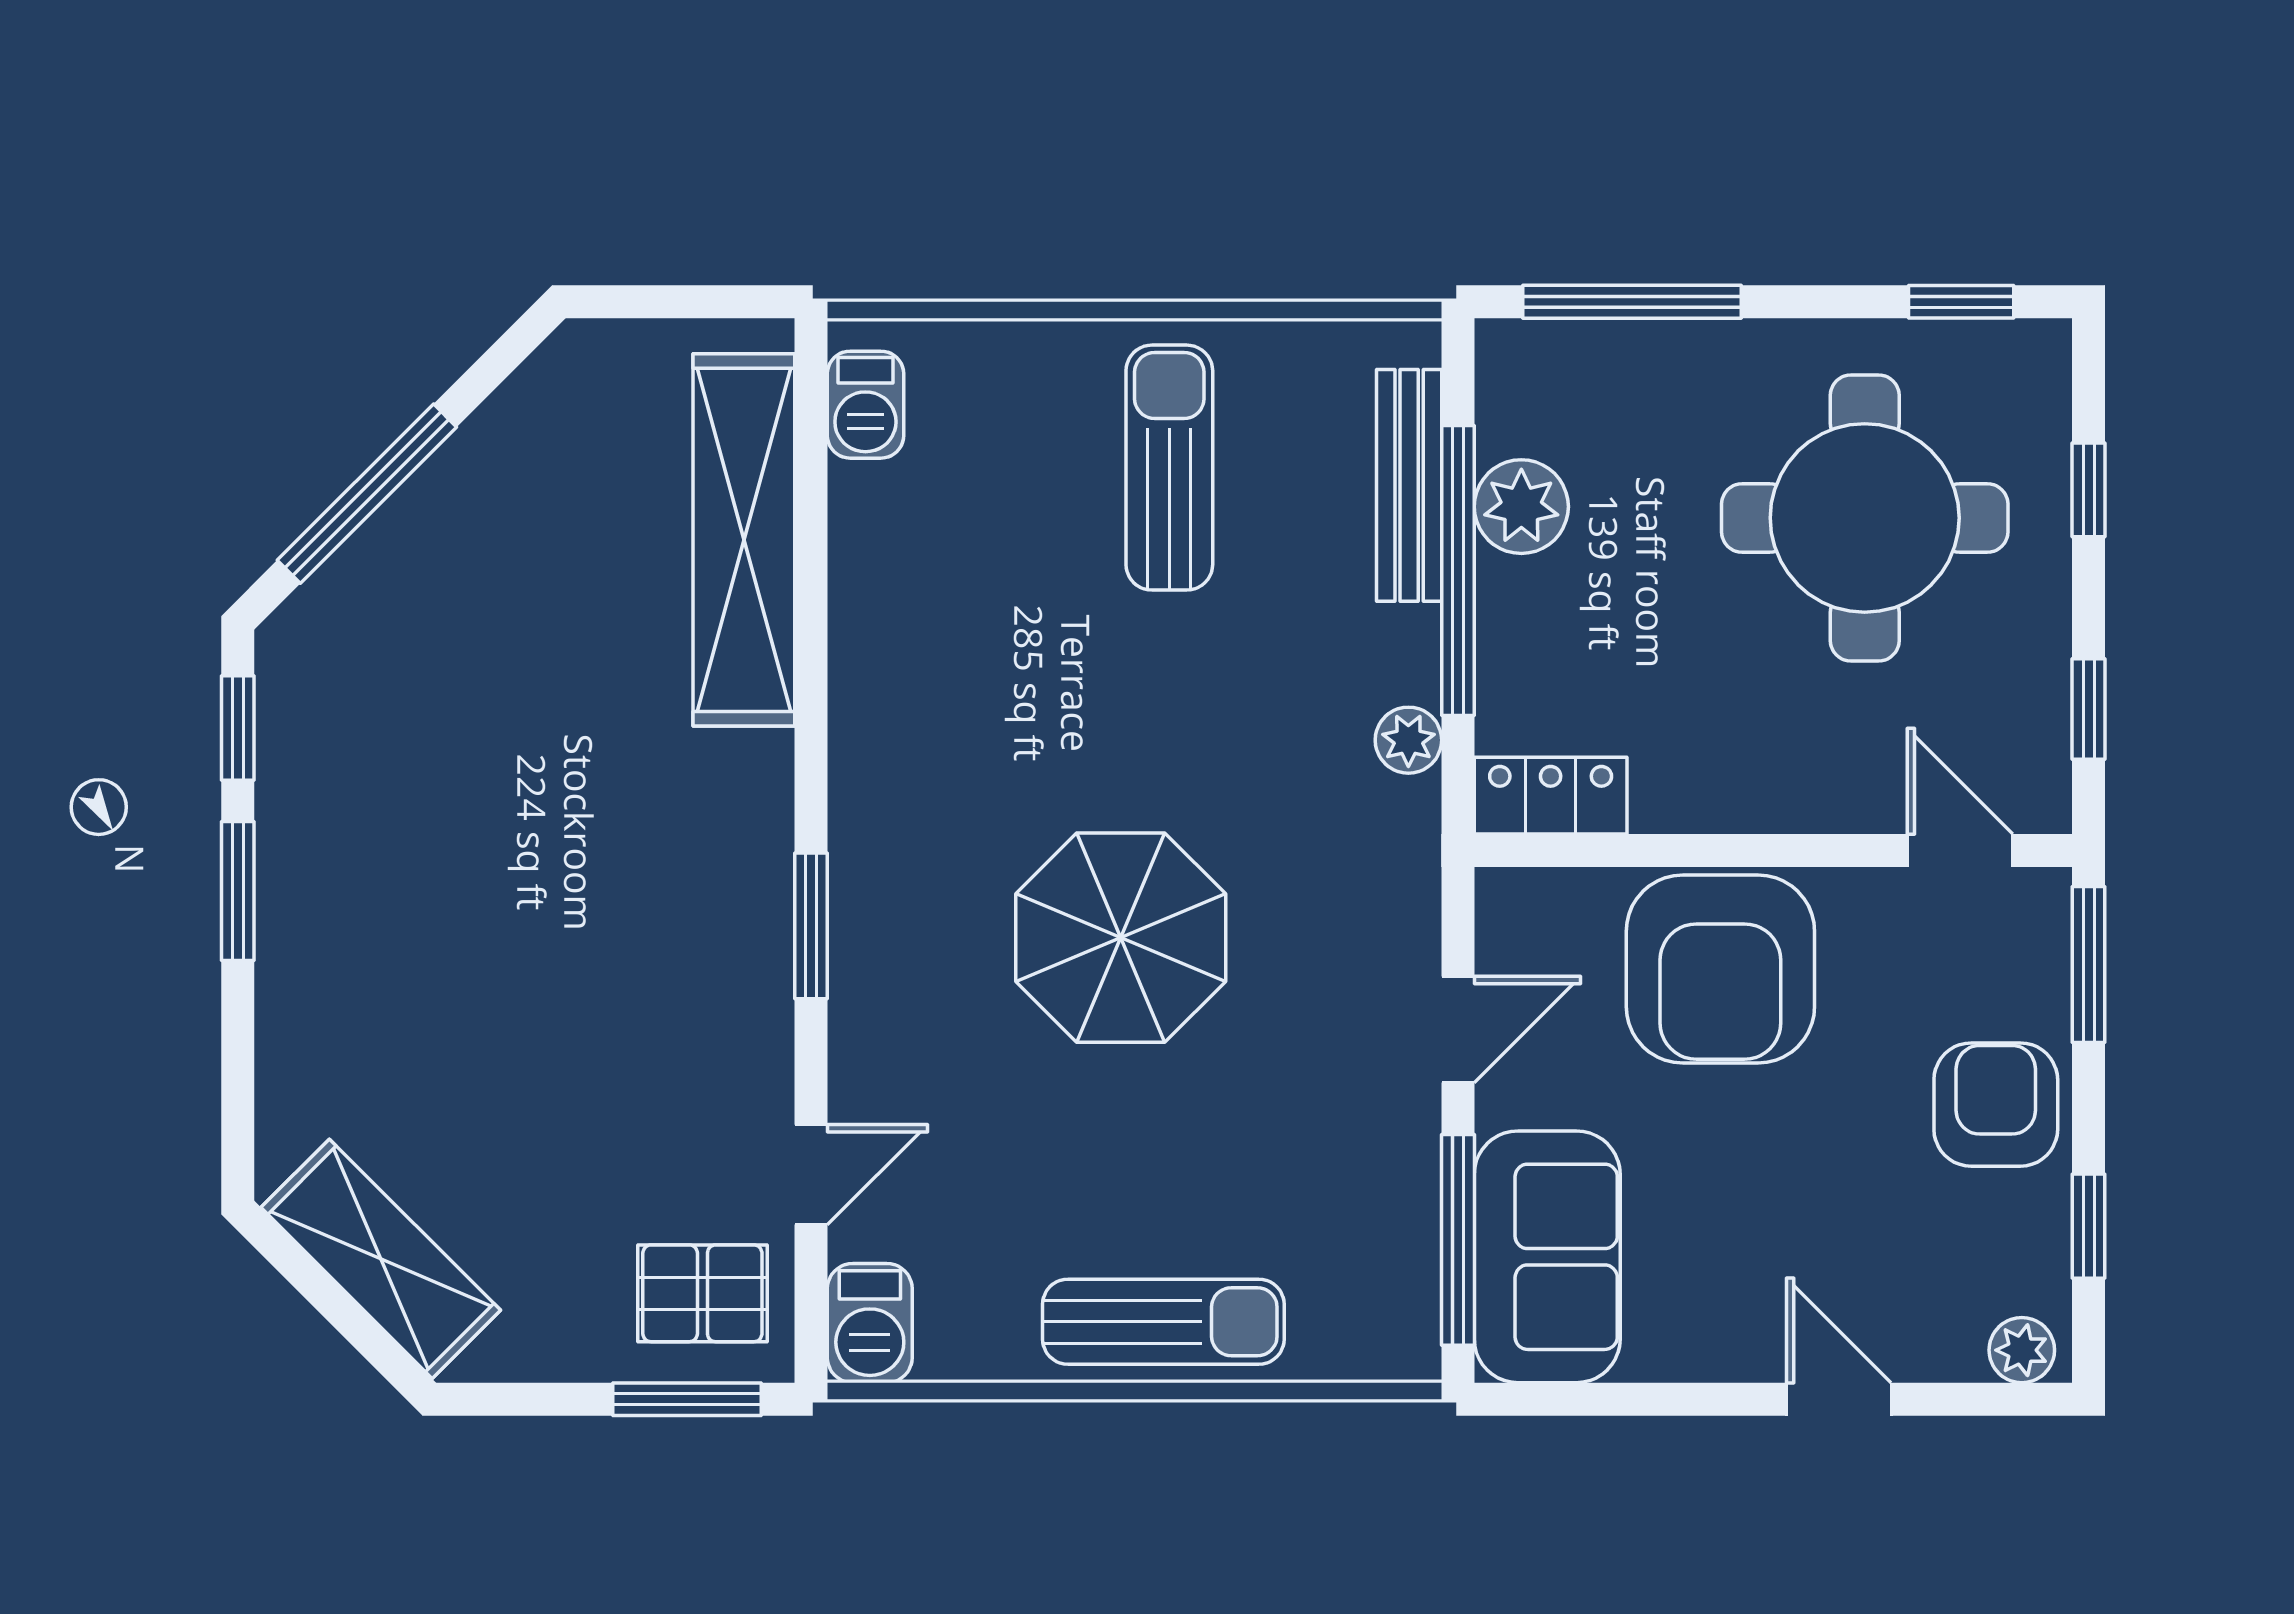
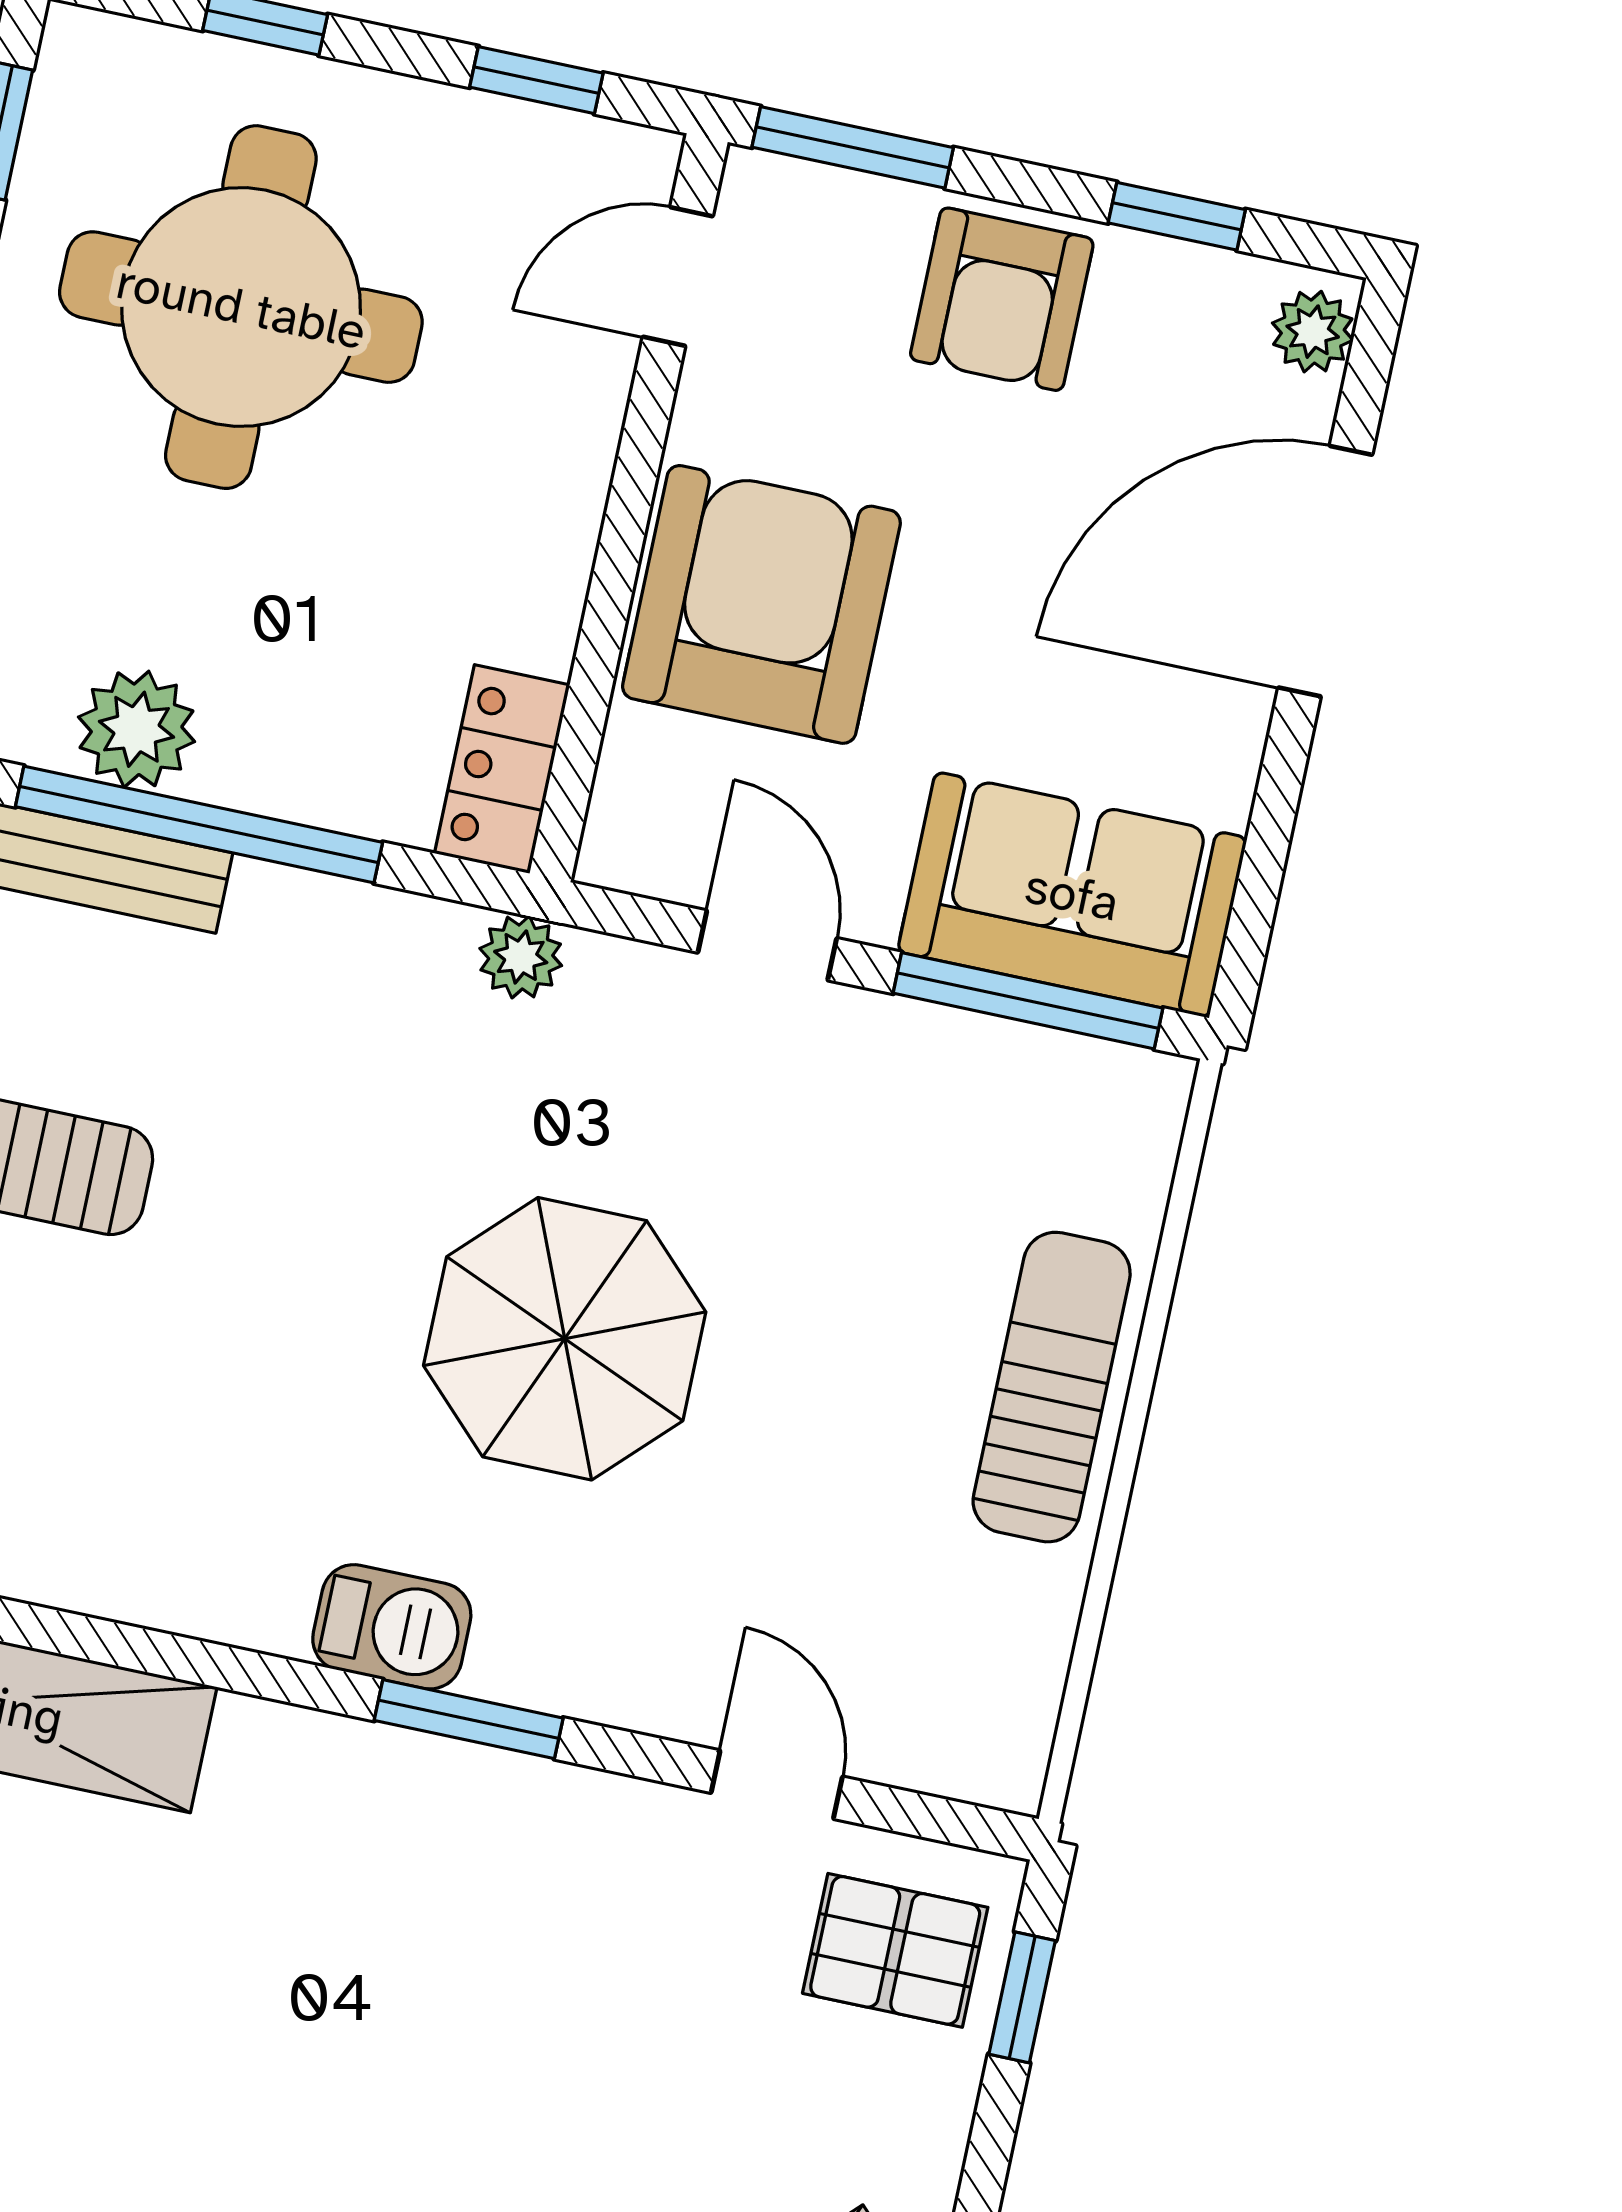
plant: (1408, 740) -> (521, 957), moved
armchair: (1720, 969) -> (761, 604), turned -90
armchair: (1996, 1105) -> (1002, 299), turned -90
pallet: (702, 1293) -> (895, 1950), turned 90
barbecue: (870, 1323) -> (392, 1627), moved
window: (687, 1399) -> (1022, 1997), width x0.67
door: (1839, 1399) -> (1325, 571), width x1.87

